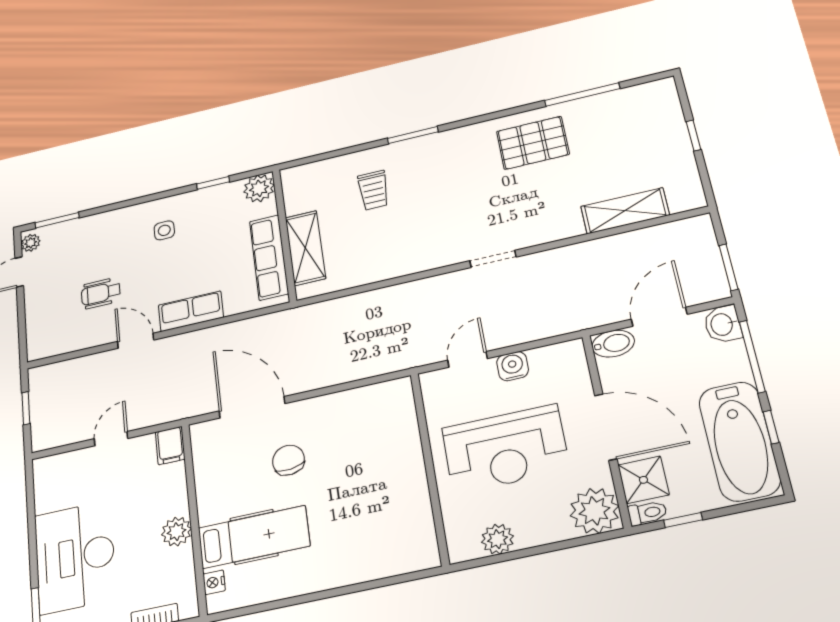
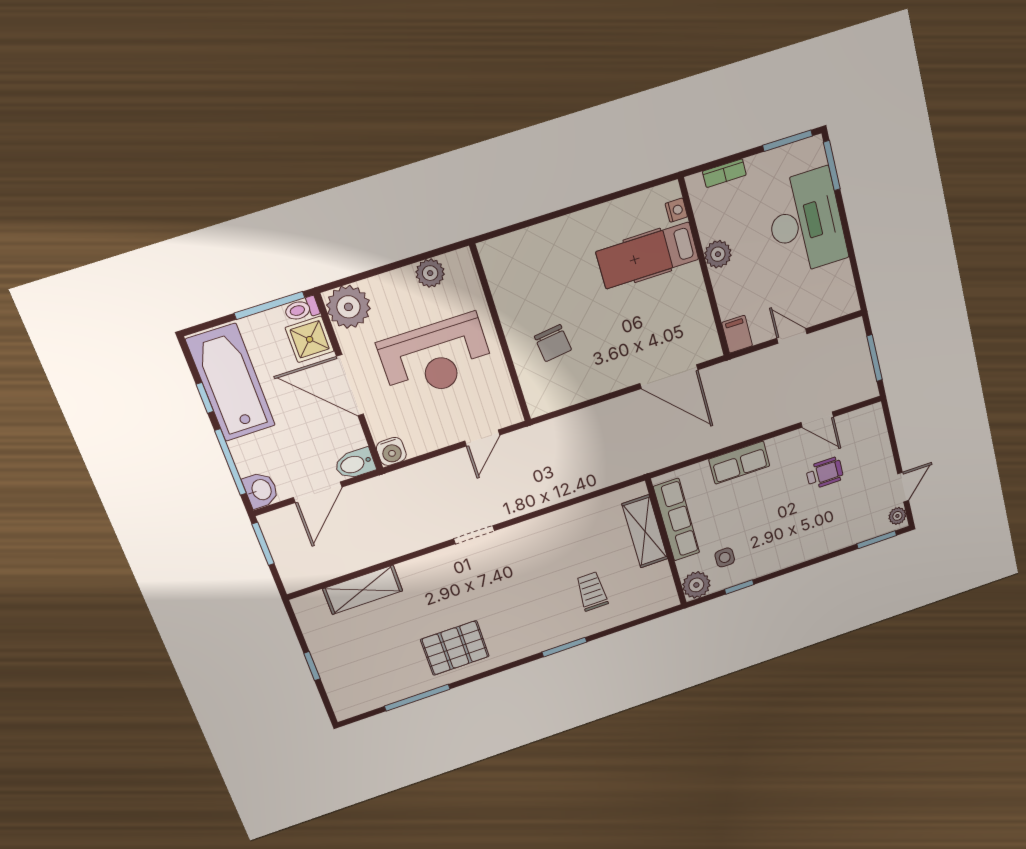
side table: (164, 230) -> (725, 557), moved
door: (136, 341) -> (817, 420), moved
water cooler: (513, 366) -> (391, 451), moved
window: (26, 408) -> (875, 358), width x1.50
door: (111, 439) -> (792, 336), swing flipped
reception desk: (505, 449) -> (436, 357), turned 180
chair: (288, 460) -> (553, 343), moved
window: (683, 520) -> (270, 305), width x2.17

